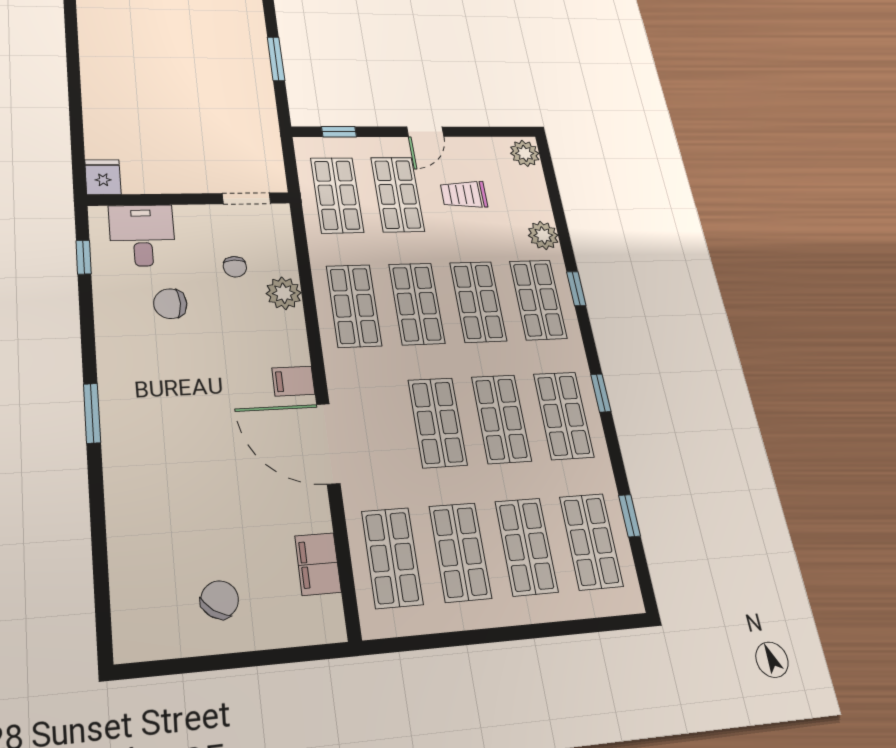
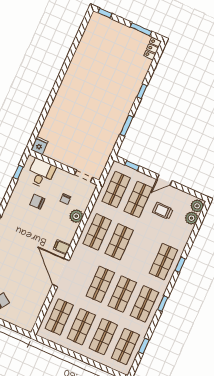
plant: (543, 235) -> (191, 218), moved
shop shelf: (478, 302) -> (141, 252), removed
filing cabinet: (318, 564) -> (36, 307), removed

